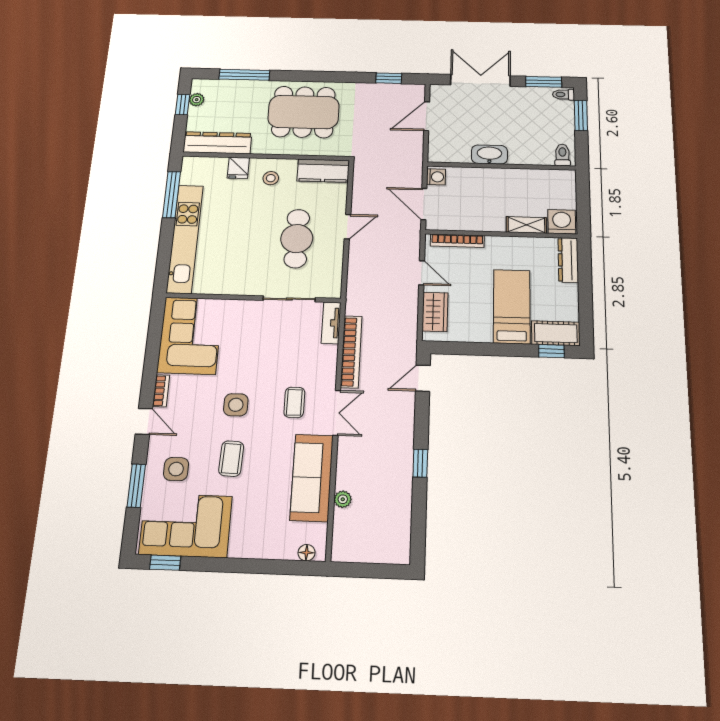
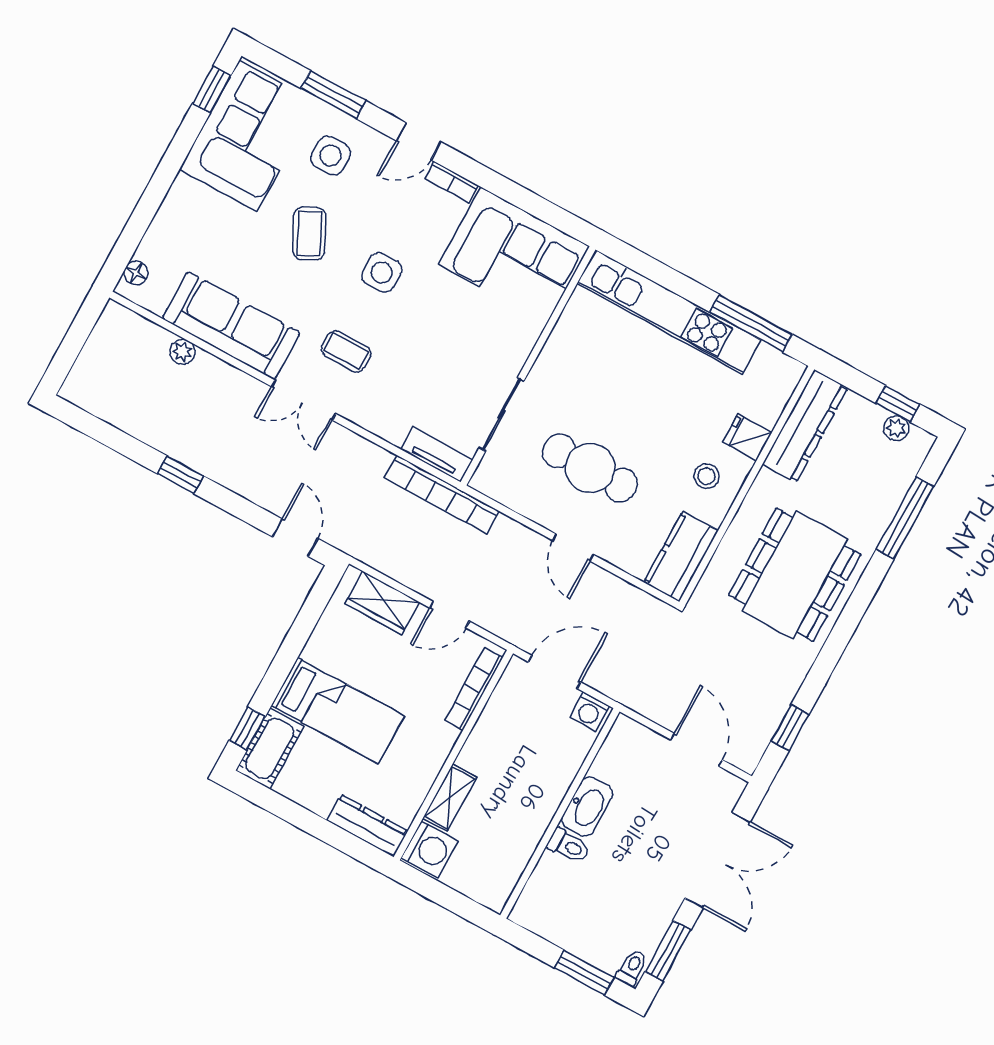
toilet: (562, 155) -> (569, 846), moved
bookcase: (351, 352) -> (442, 495), moved
coffee table: (231, 459) -> (309, 233), turned 61

